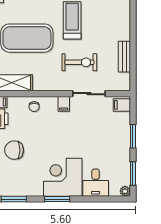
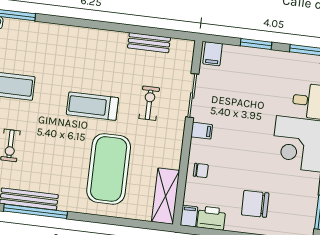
exercise bike: (79, 62) -> (149, 103), width x0.73, depth x0.72
chair: (14, 150) -> (255, 204), turned 89

